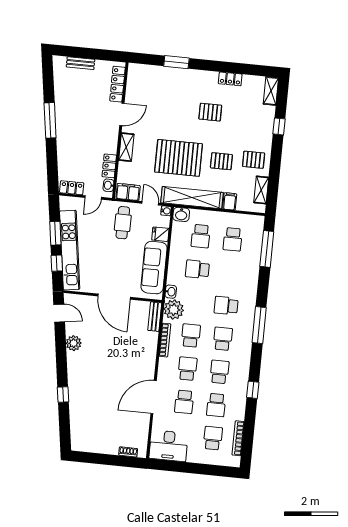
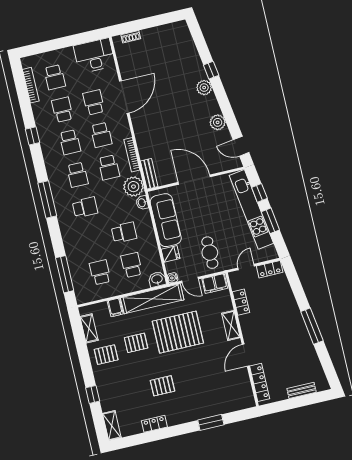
washbasin: (108, 185) -> (236, 283), removed
plant: (75, 380) -> (204, 88), added

